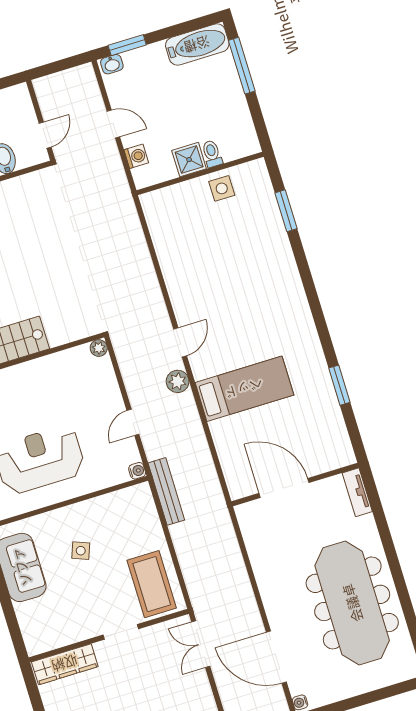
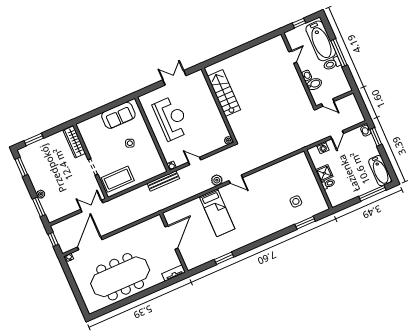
side table: (222, 188) -> (296, 201), moved

